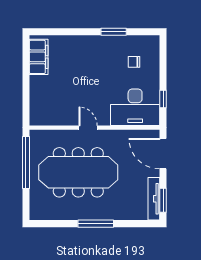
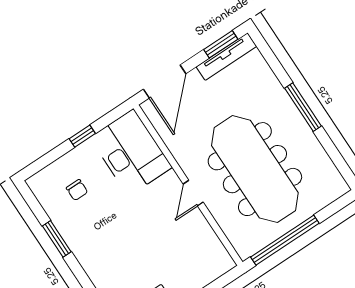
window: (163, 99) -> (82, 136), moved

